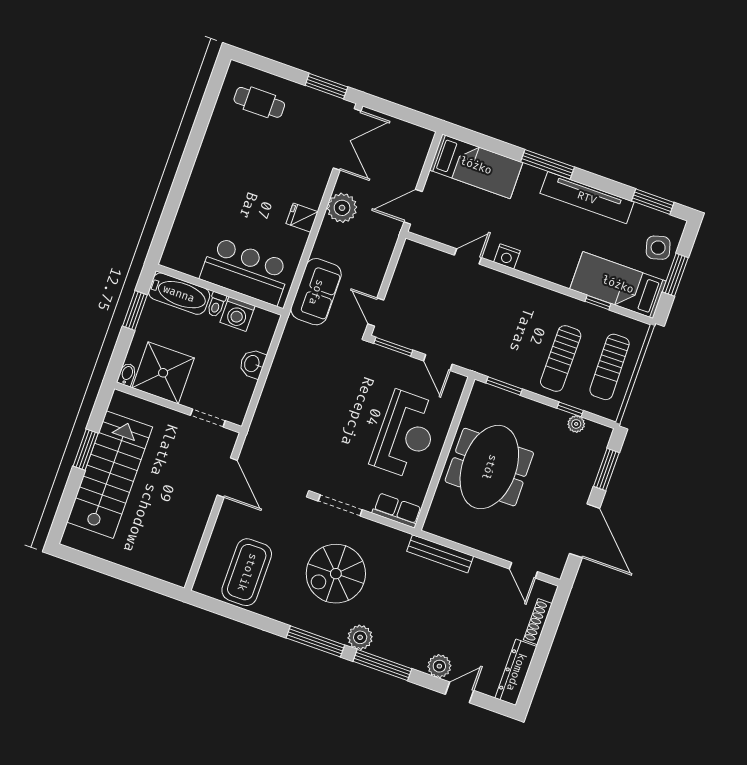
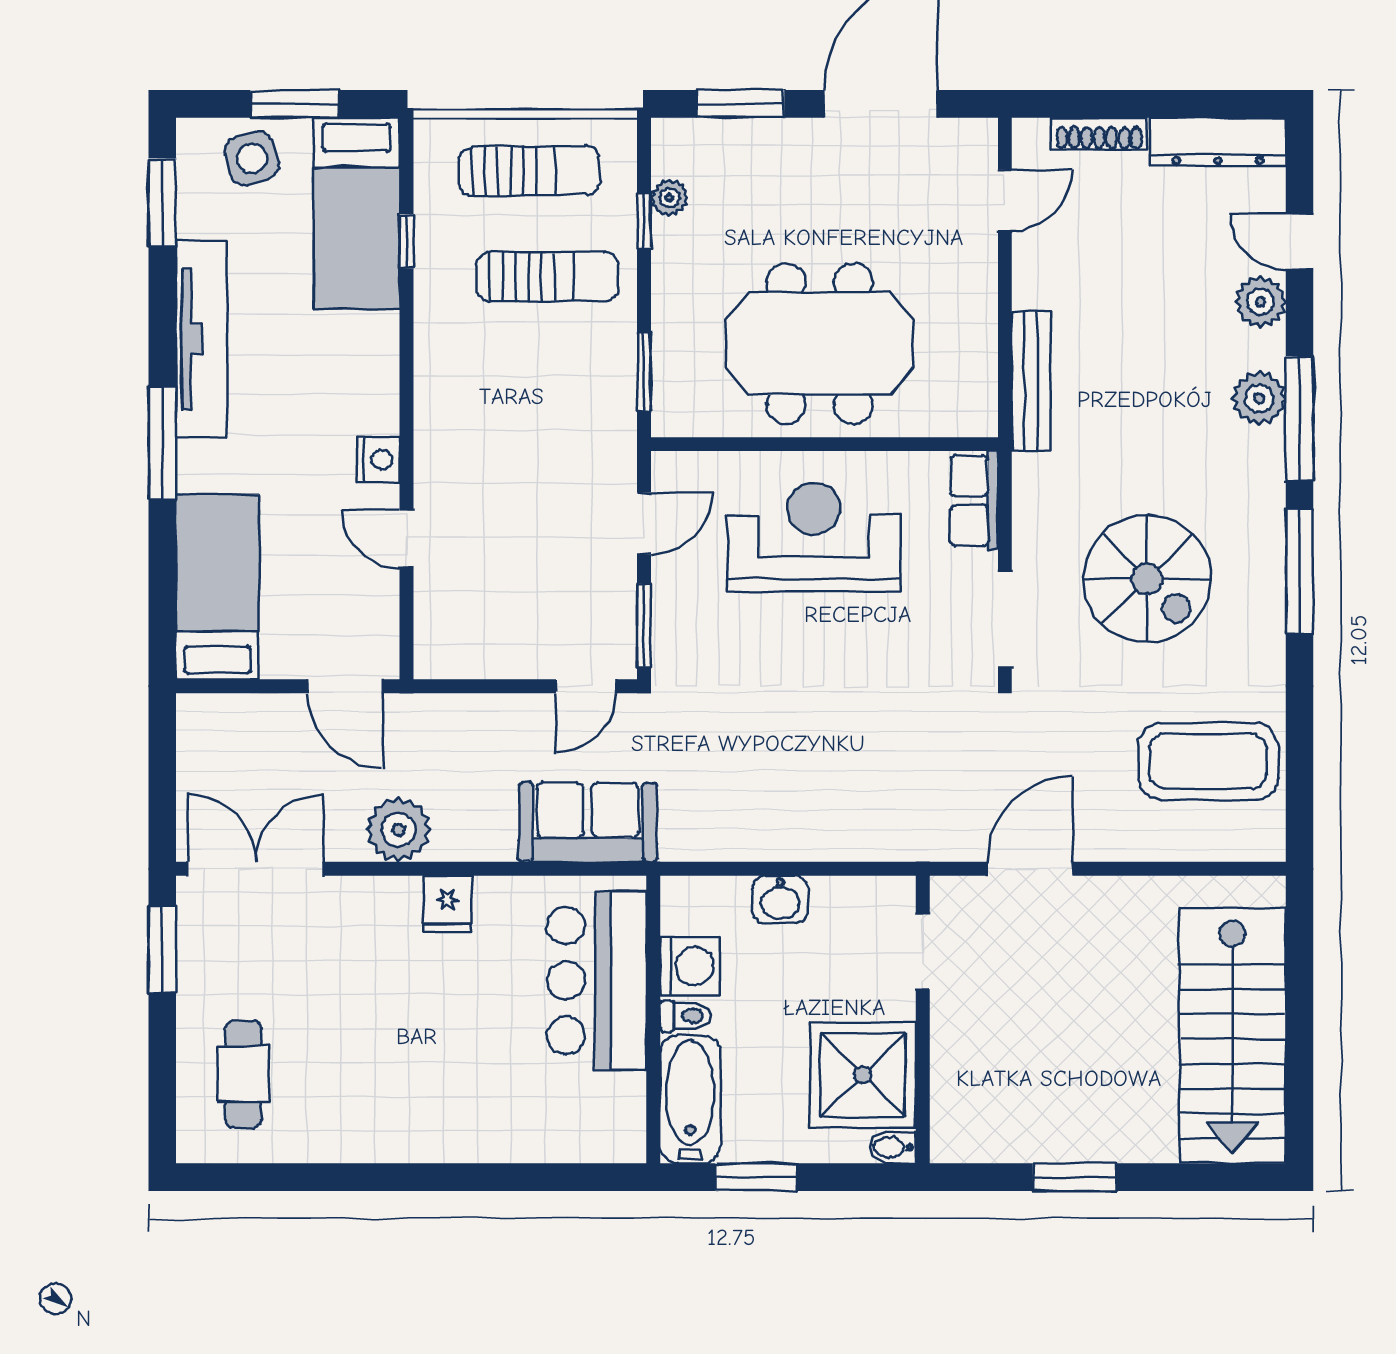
stairs: (110, 475) -> (1233, 1036), moved, turned -90
plant: (360, 637) -> (1259, 398), moved

